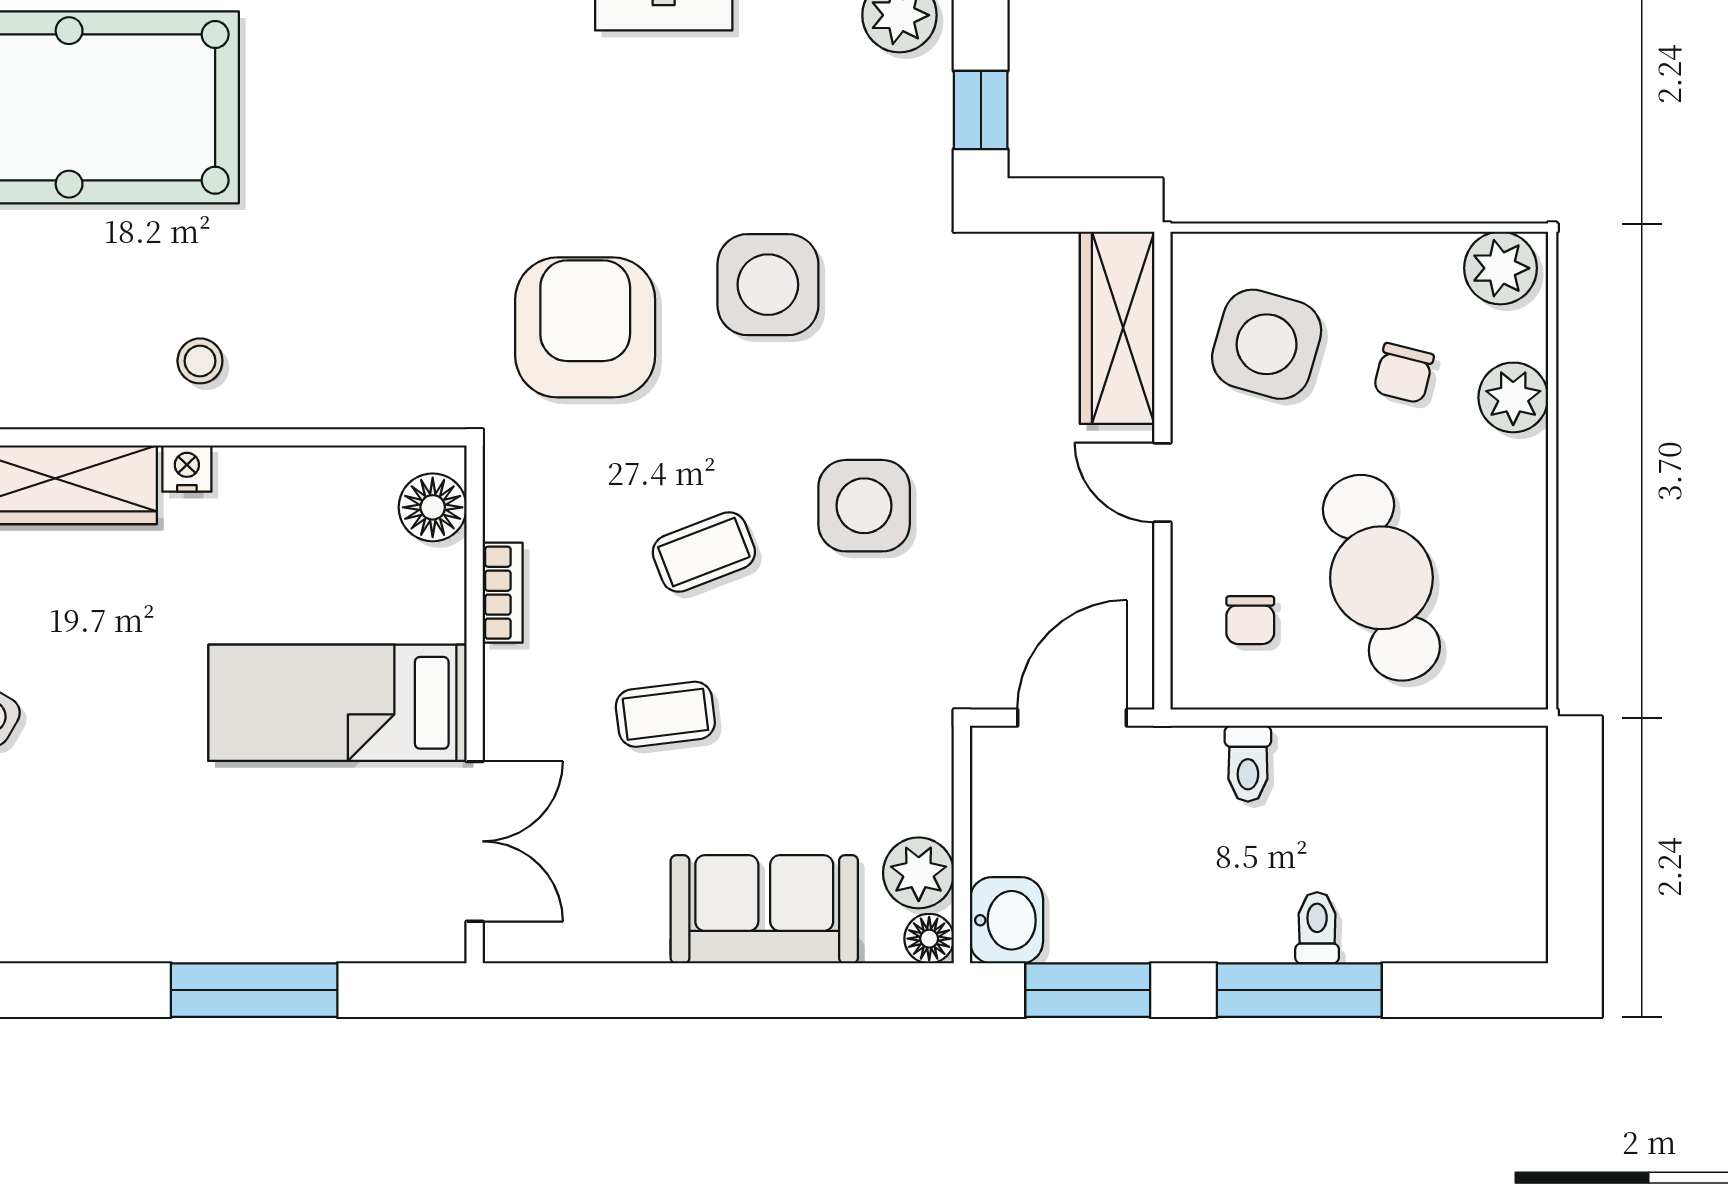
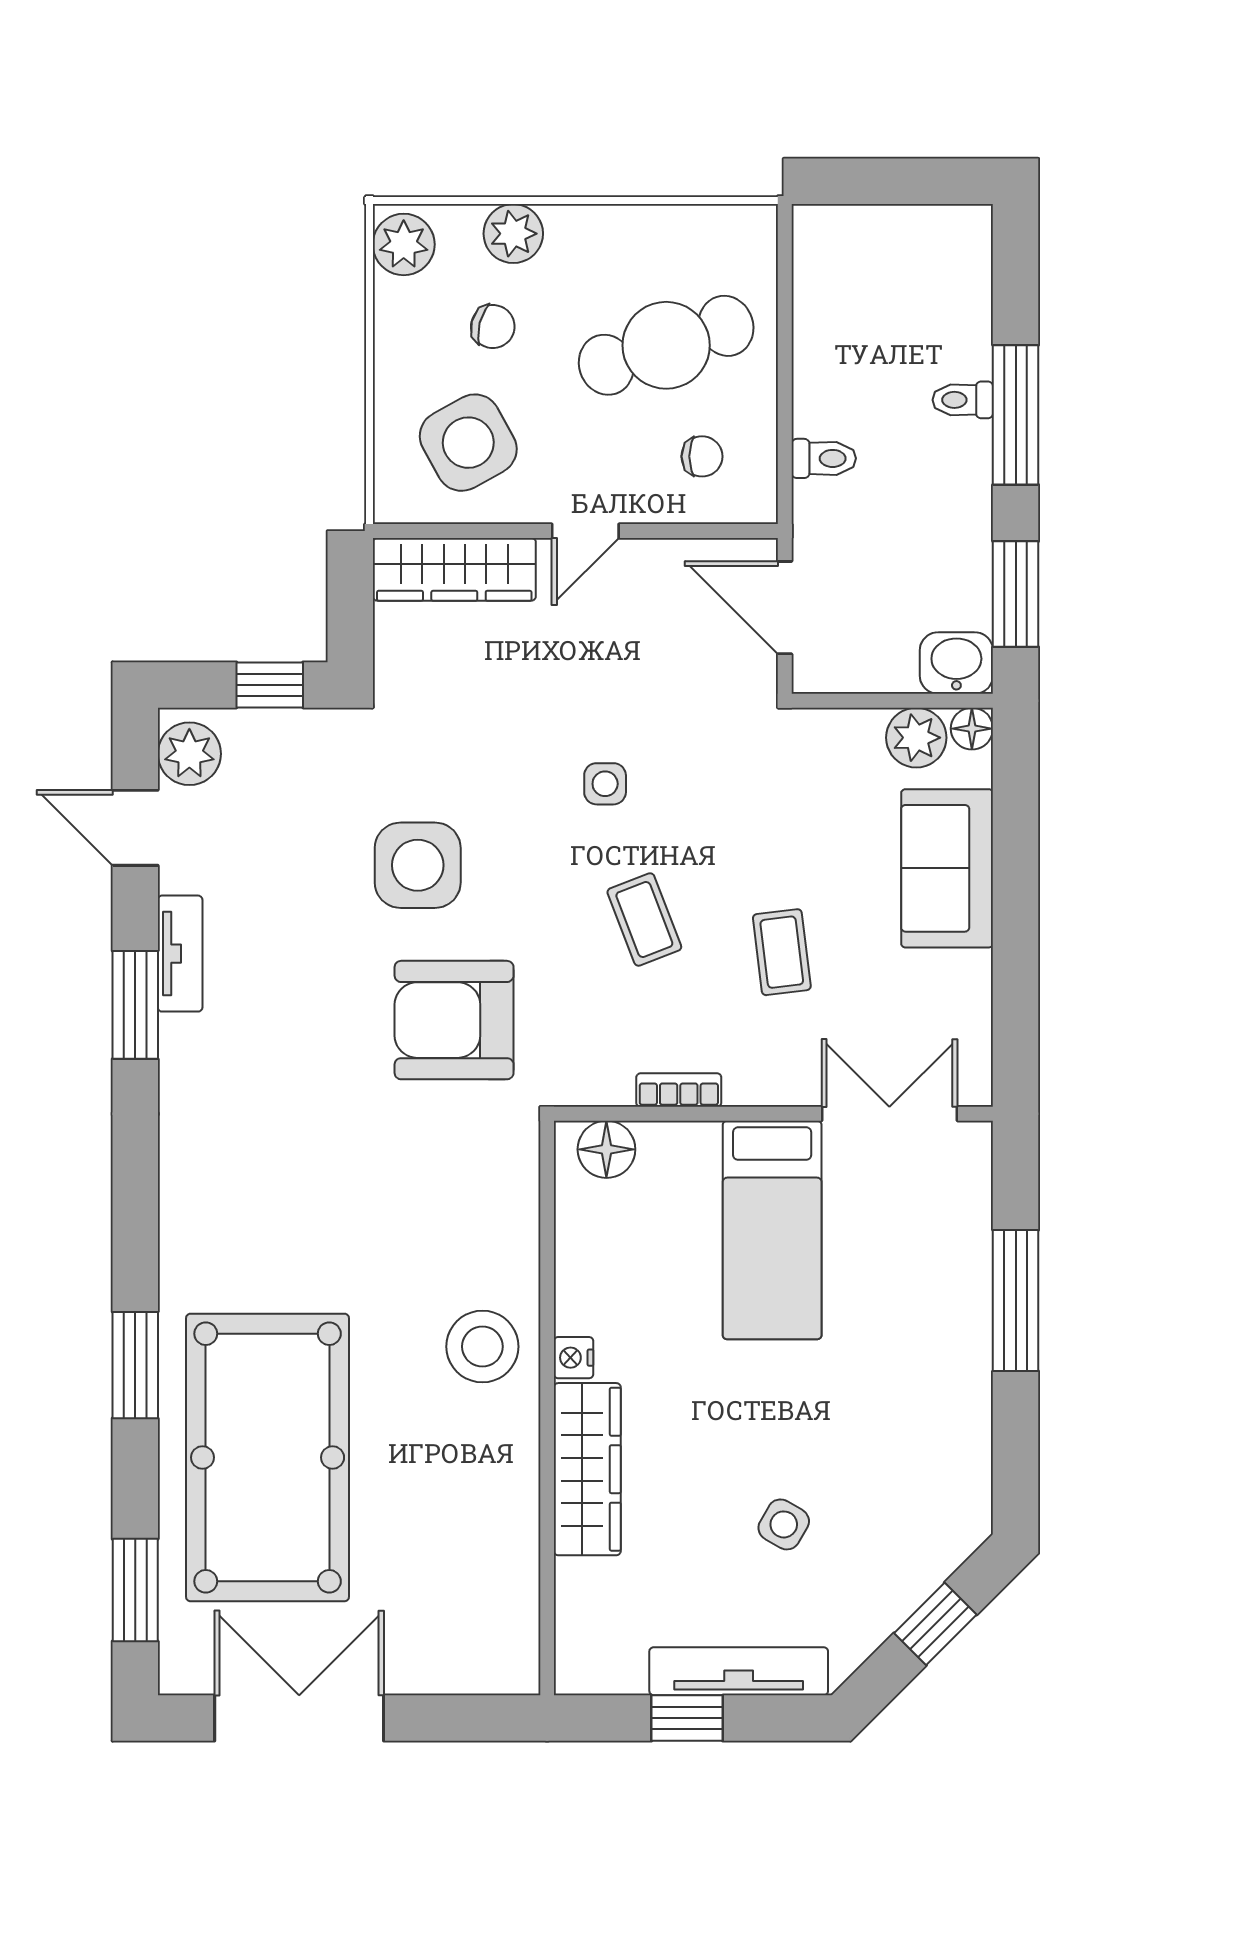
side table: (1267, 344) -> (468, 443), turned 45
stool: (200, 361) -> (482, 1347), width x1.89, depth x1.89
side table: (864, 506) -> (605, 784), width x0.54, depth x0.54

